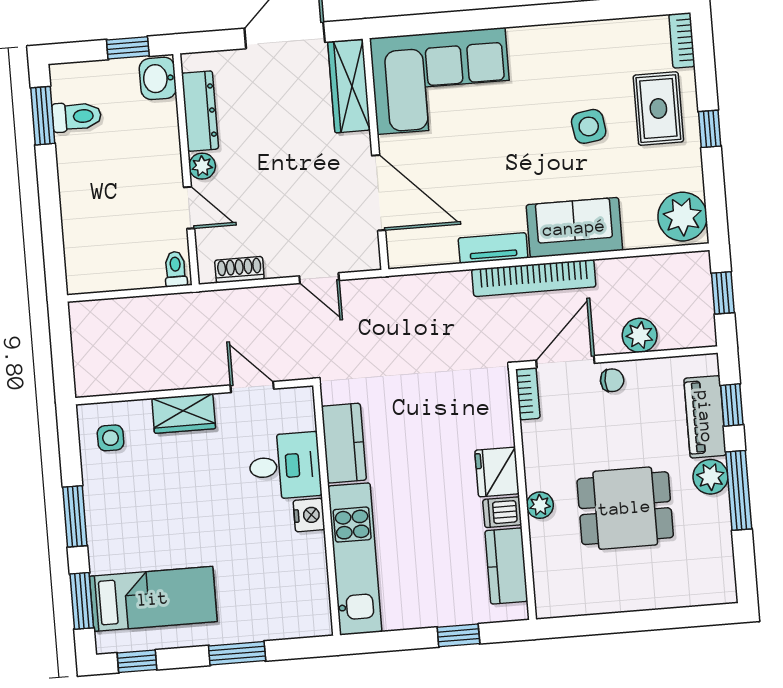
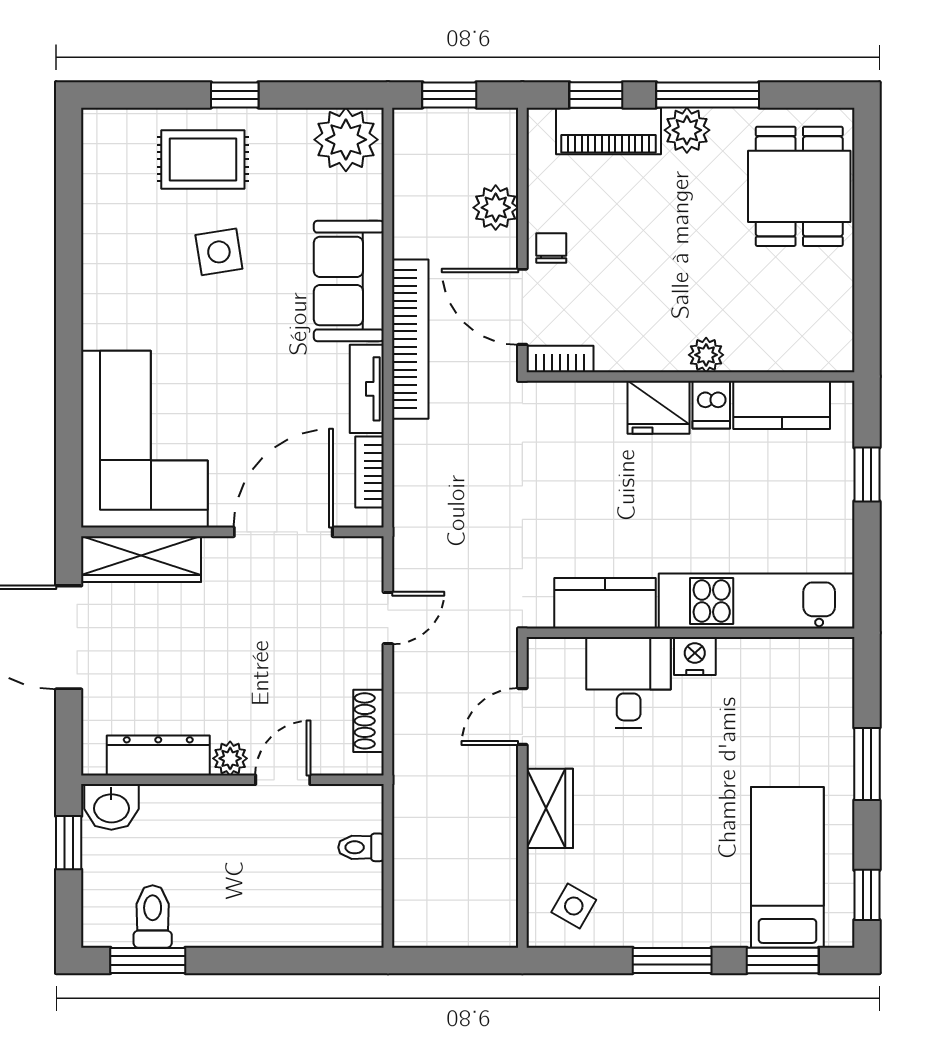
bookcase: (682, 40) -> (370, 472), moved, turned 90
toilet: (175, 269) -> (361, 847), moved
side table: (111, 438) -> (574, 906), turned 30
dining table: (625, 508) -> (799, 186), moved

